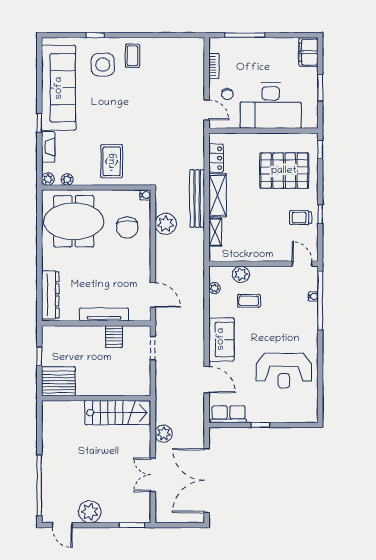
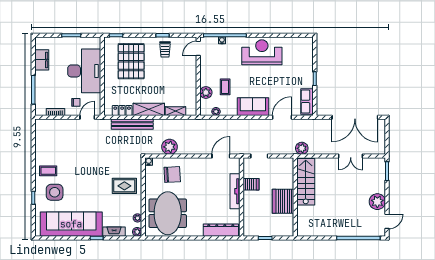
filing cabinet: (308, 52) -> (42, 60), moved, turned -90
bench: (197, 199) -> (132, 124), moved
reception desk: (284, 371) -> (262, 52), moved, turned -90
server rack: (58, 381) -> (283, 201), moved
plant: (164, 434) -> (302, 148), moved

